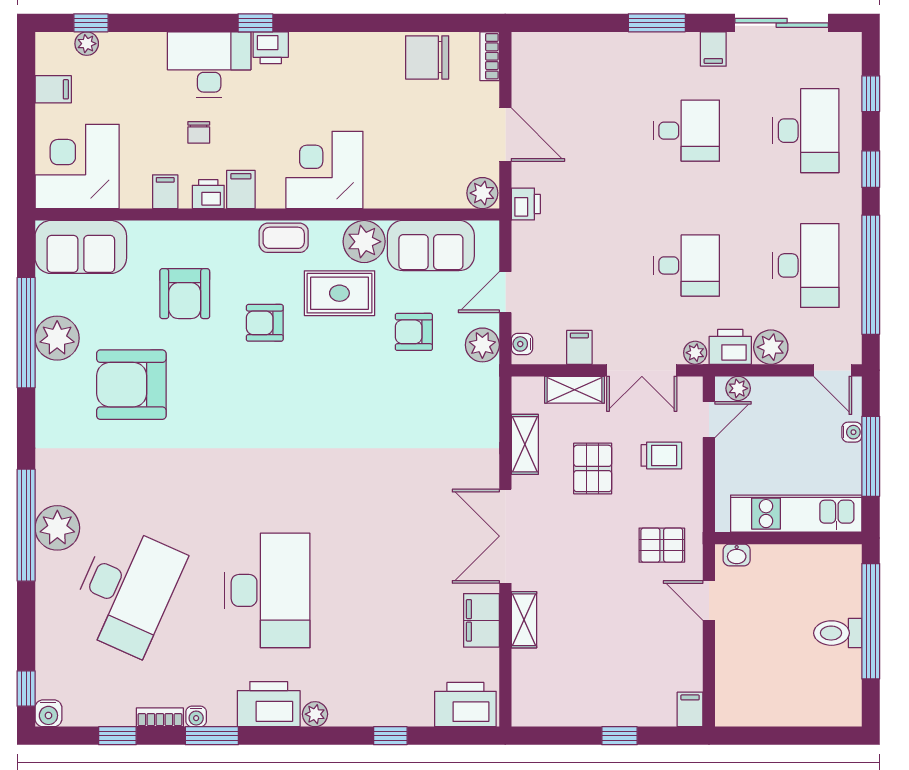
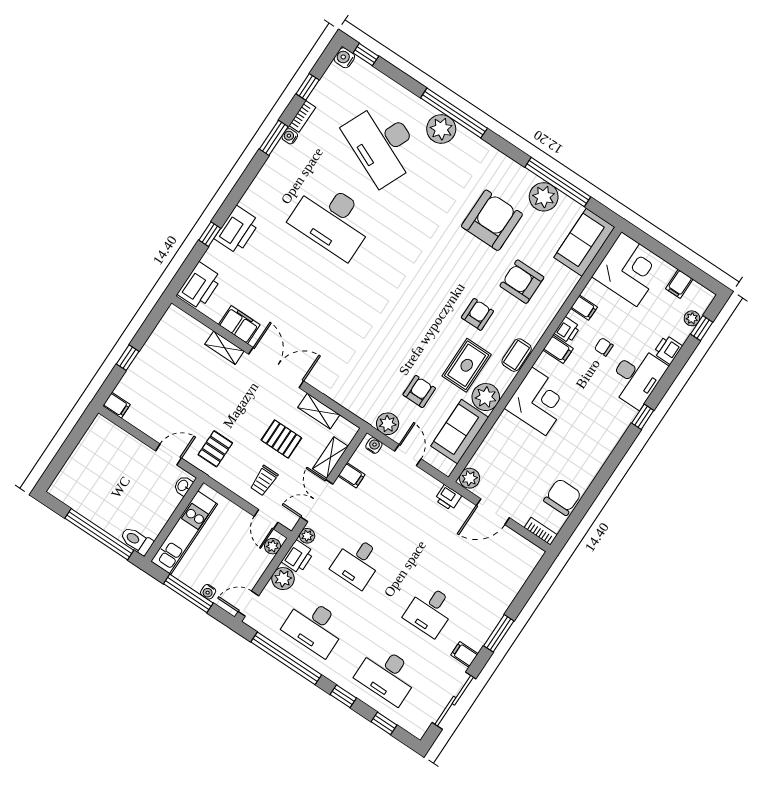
printer: (271, 48) -> (668, 350), moved
toilet: (838, 633) -> (137, 541), moved, turned -90
printer: (269, 704) -> (237, 230), moved
plant: (315, 714) -> (248, 201), removed

